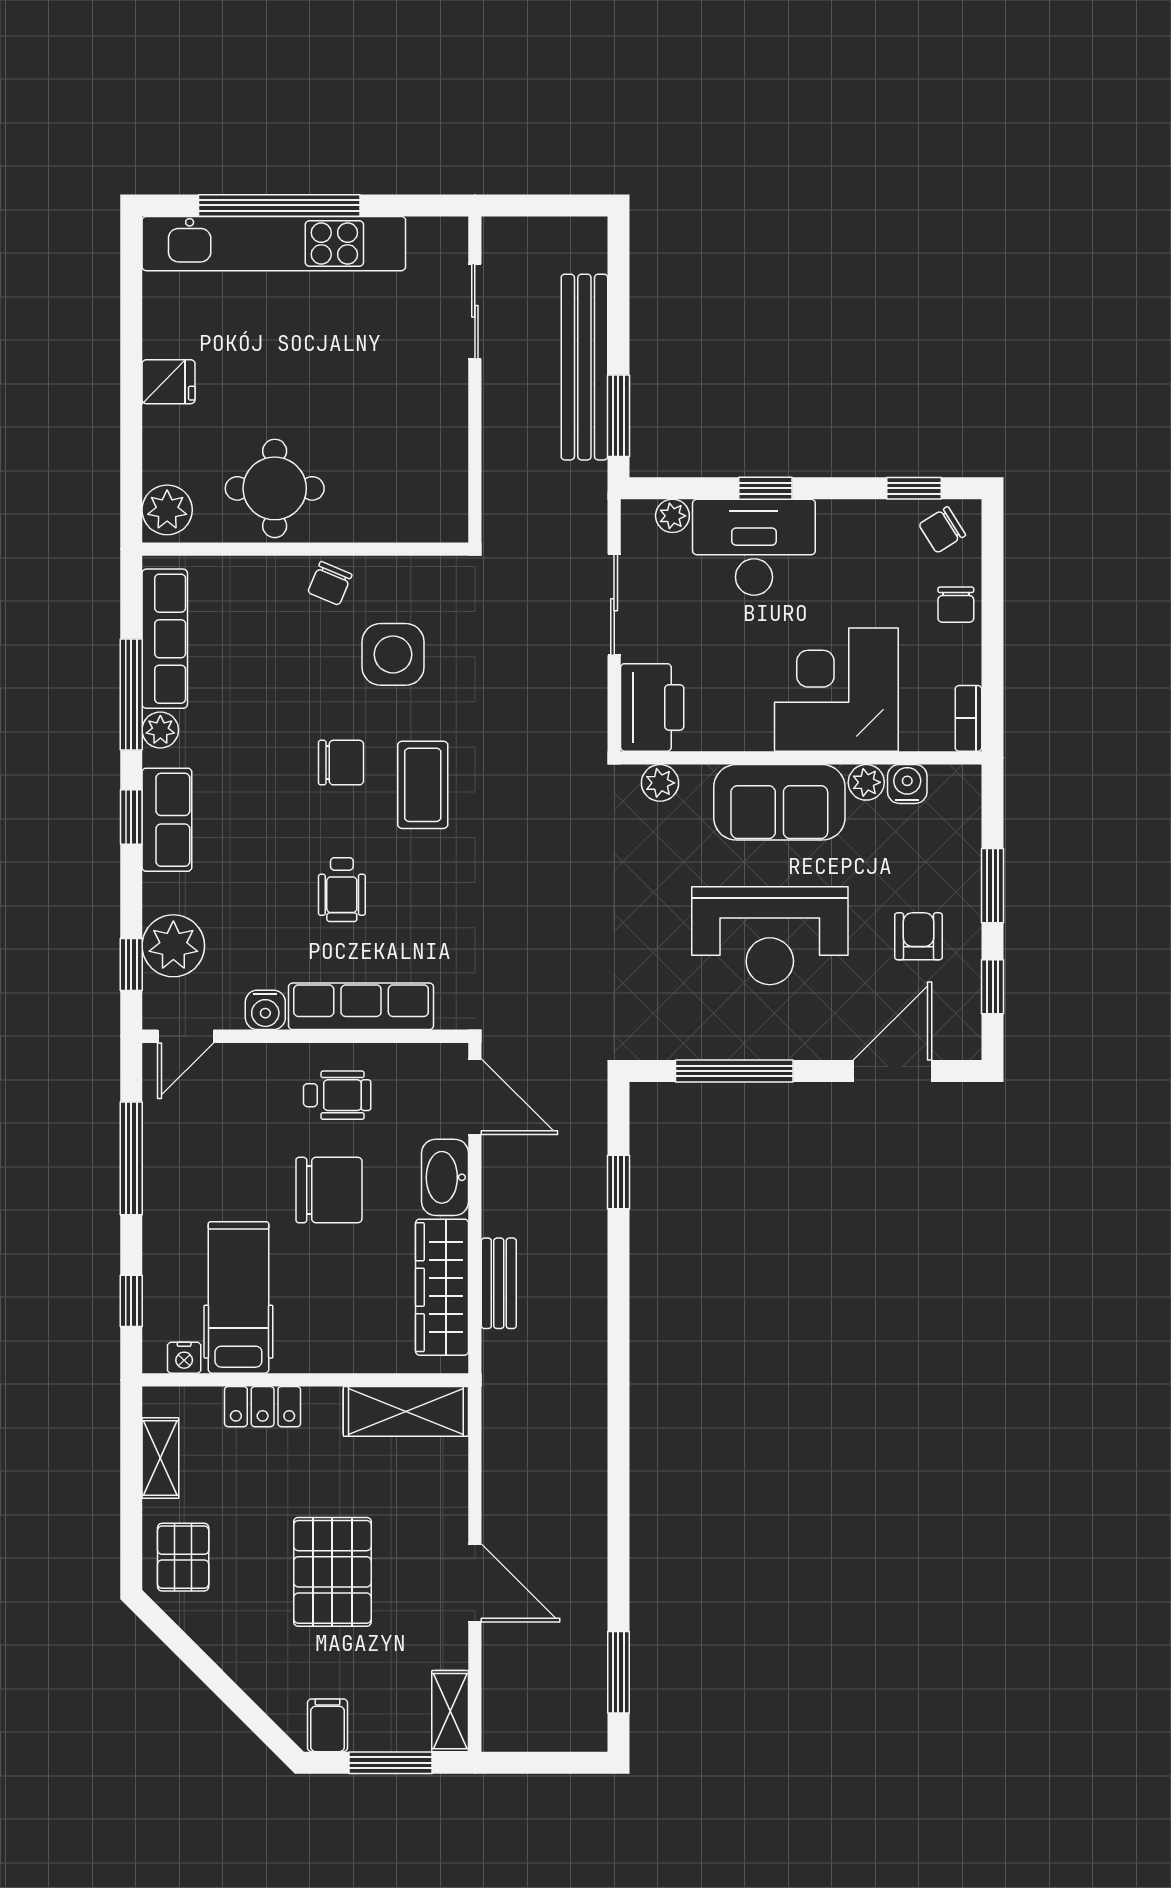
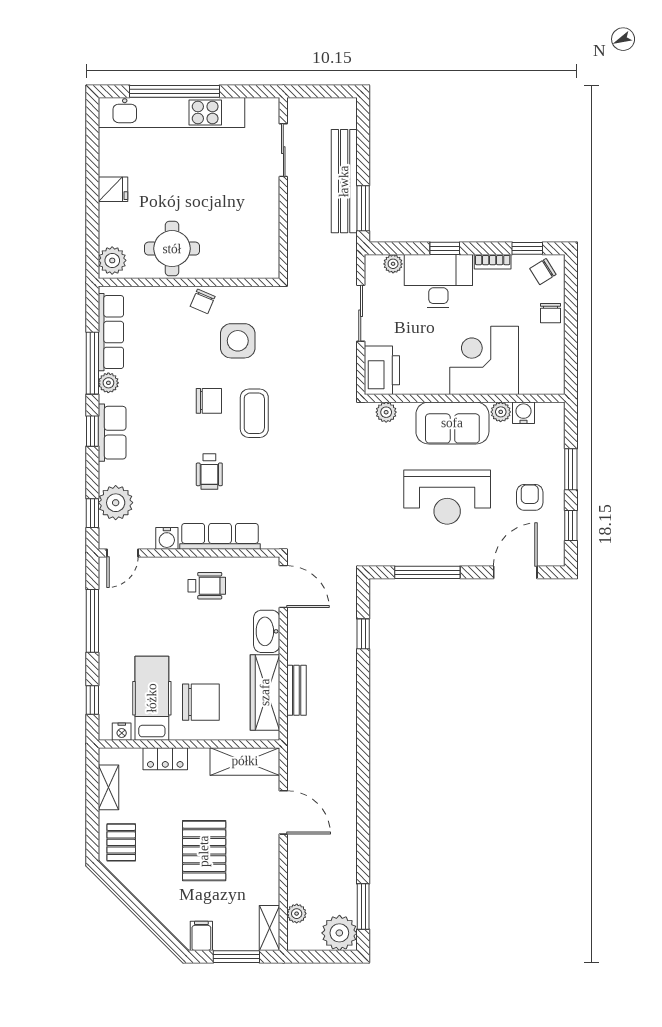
bookcase: (968, 718) -> (493, 262), moved, turned -90
chair: (329, 1190) -> (201, 702), moved
door: (475, 1583) -> (283, 812), moved
plant: (499, 1685) -> (297, 914), added
plant: (576, 1720) -> (339, 933), added

